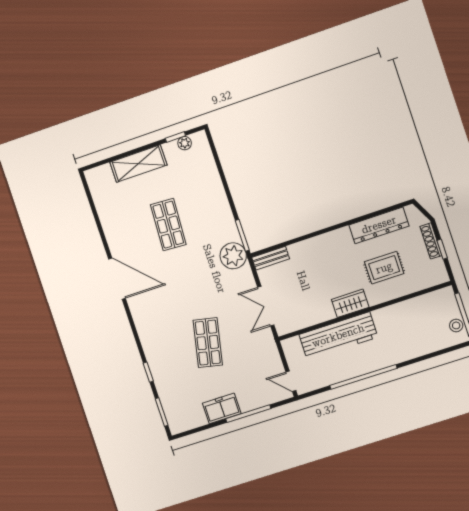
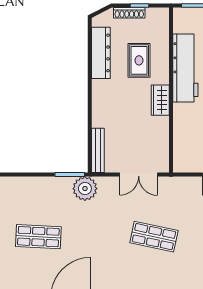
bench: (271, 258) -> (98, 150), width x1.36
workbench: (338, 336) -> (185, 68), moved

